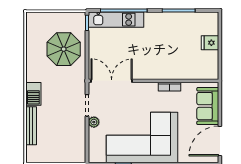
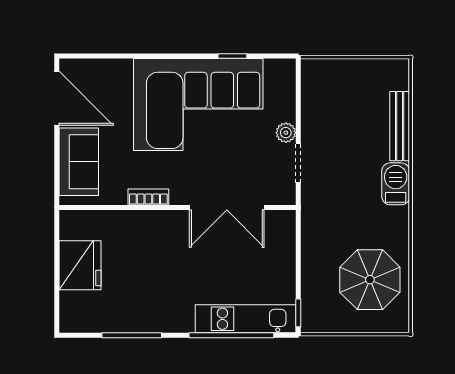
fridge: (210, 43) -> (80, 265), width x1.88, depth x1.34
parasol: (64, 49) -> (370, 280), moved
double door: (112, 81) -> (227, 207), moved
door: (220, 141) -> (57, 98), hinge flipped

